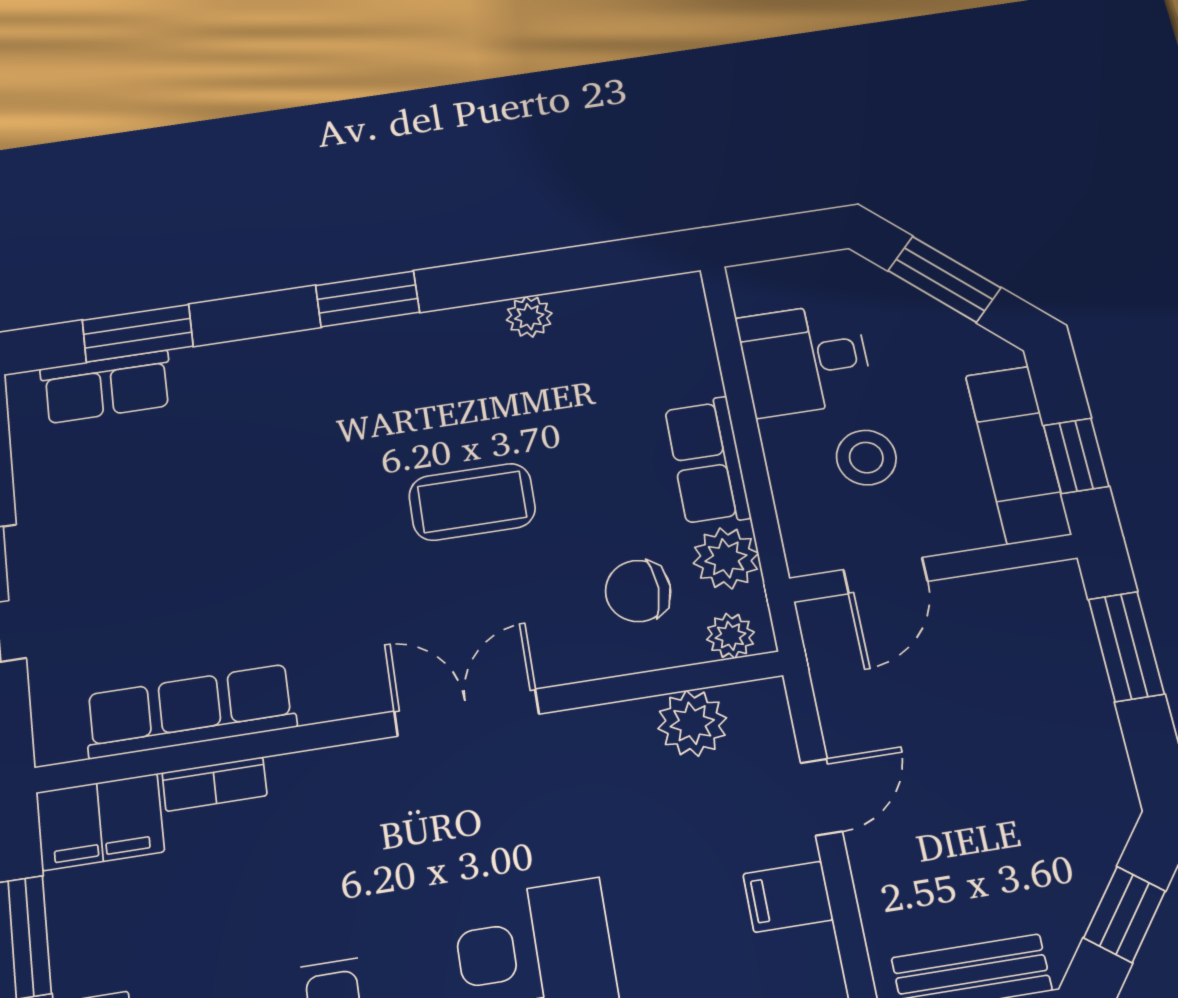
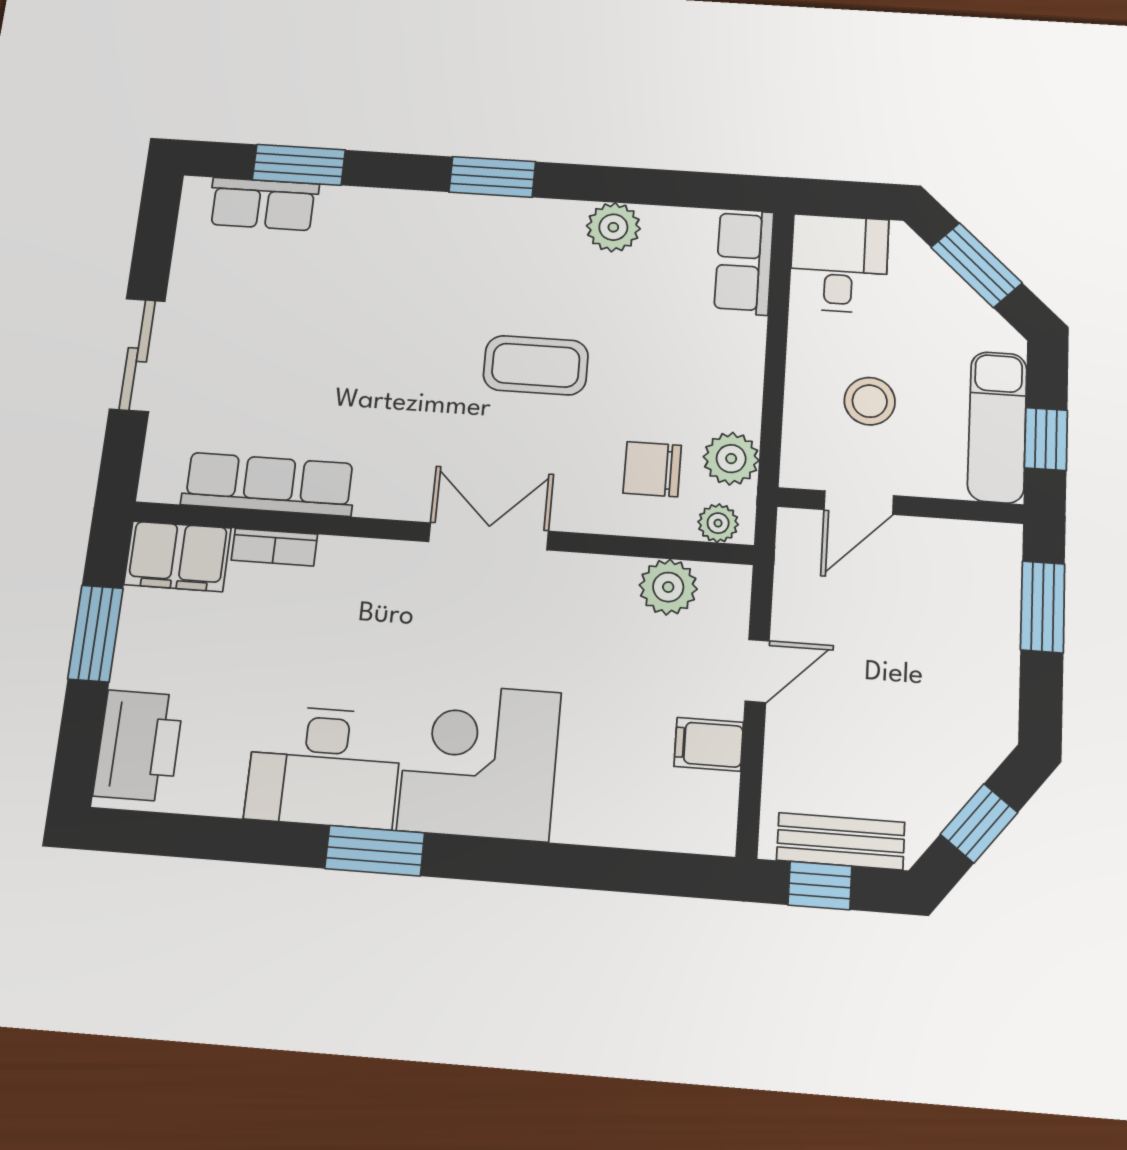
plant: (529, 317) -> (613, 227), width x1.38, depth x1.38
desk: (805, 359) -> (839, 264), moved, turned 90
row of seats: (707, 462) -> (744, 262), moved

